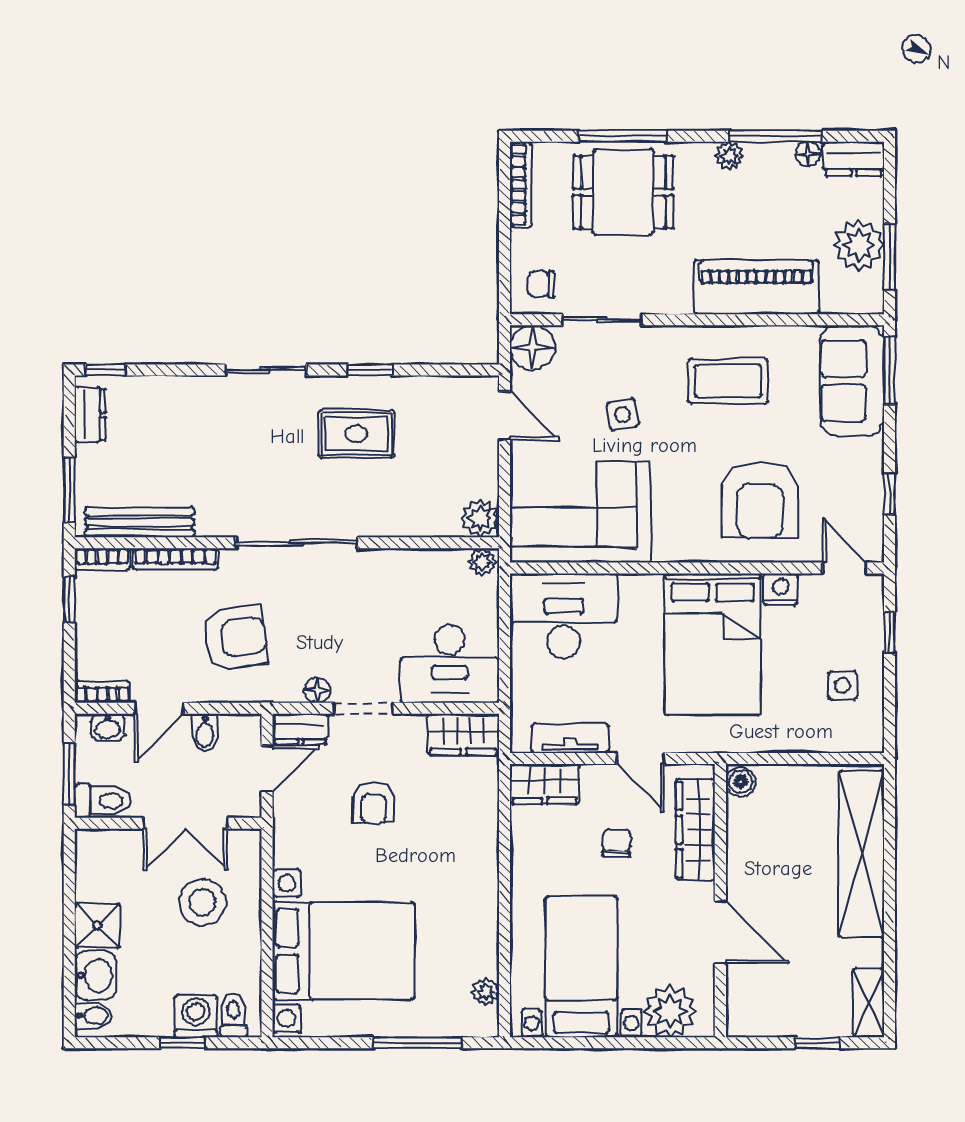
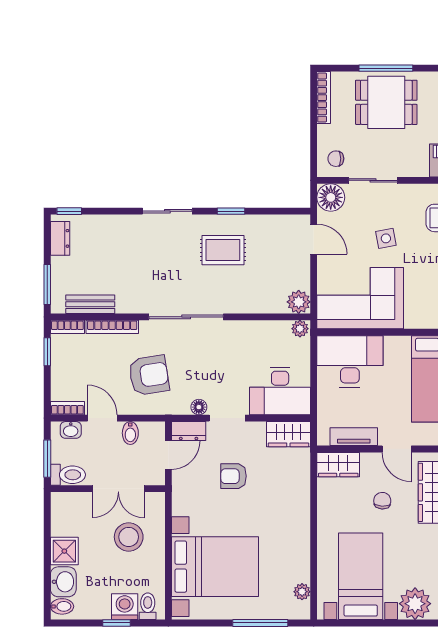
bench: (140, 522) -> (90, 304), width x0.73
door: (159, 708) -> (102, 418), swing flipped
armchair: (374, 803) -> (234, 476), turned 90

